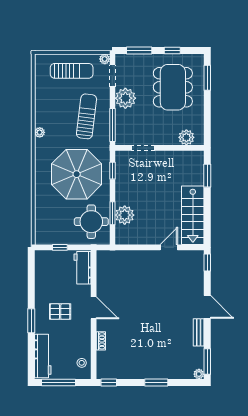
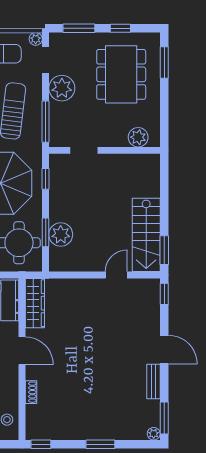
window: (207, 176) -> (164, 250), moved
wardrobe: (104, 270) -> (35, 303), added

